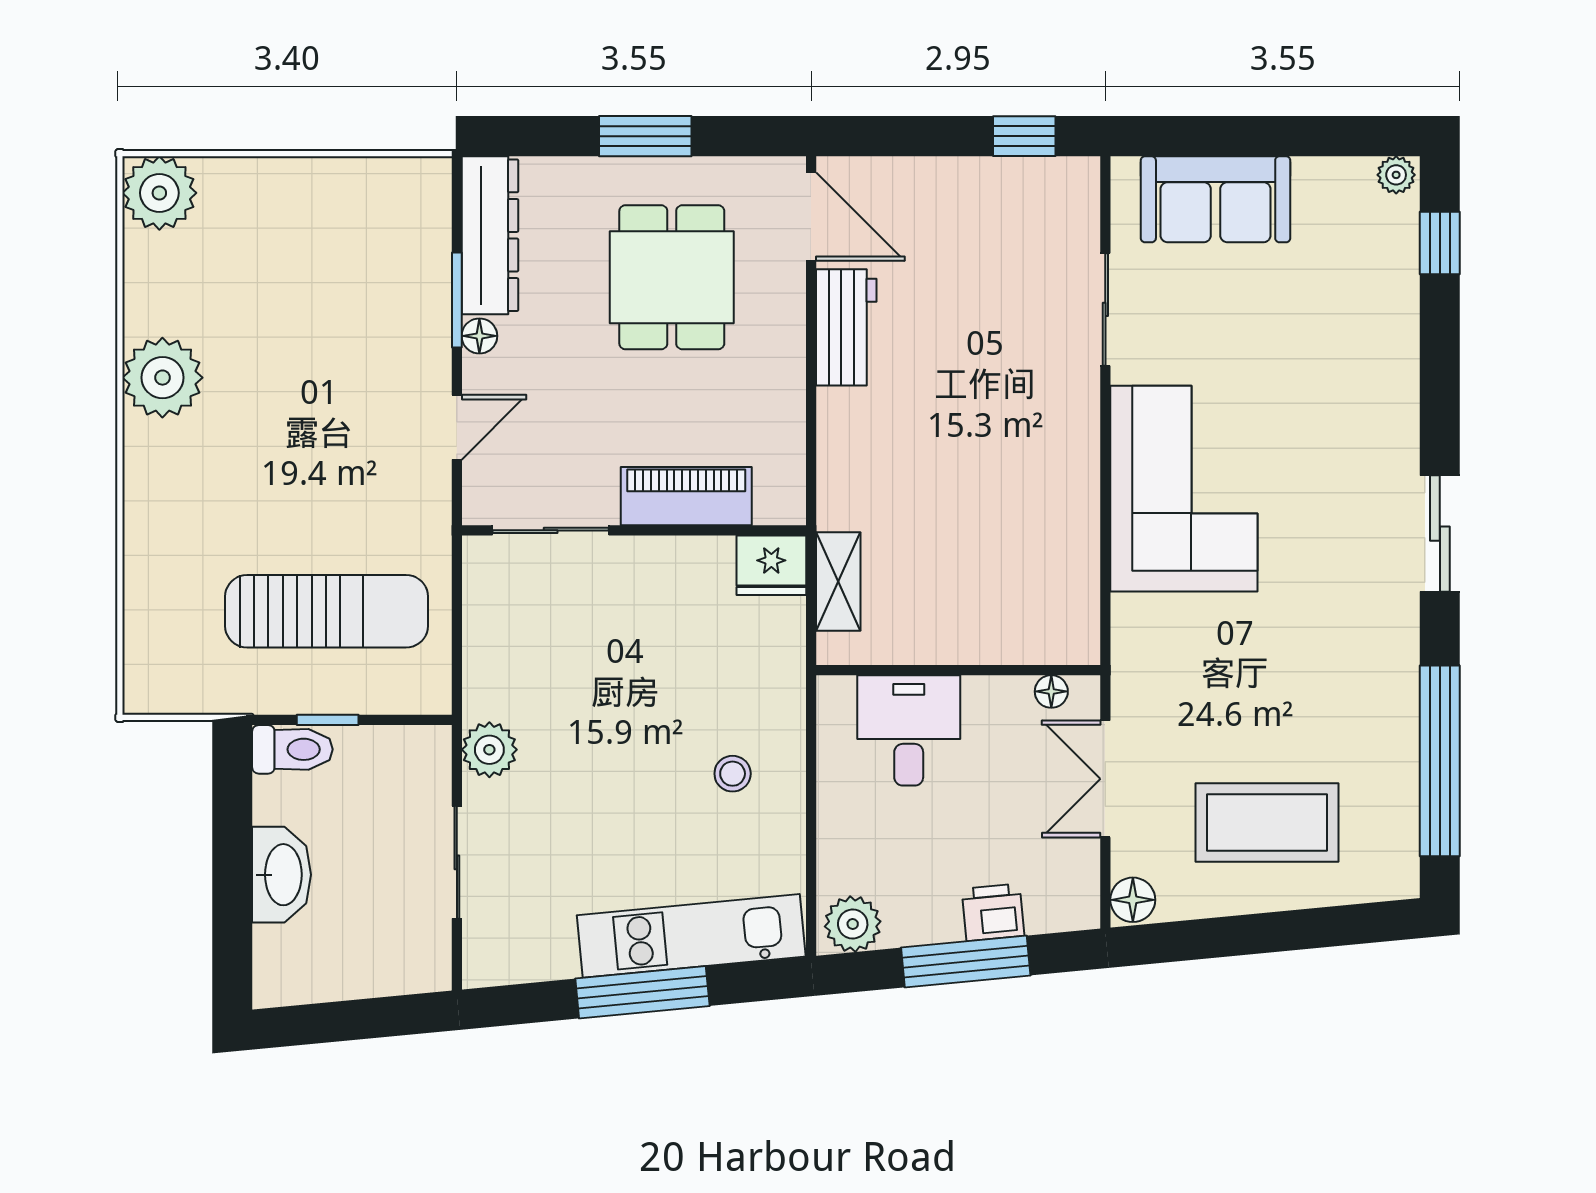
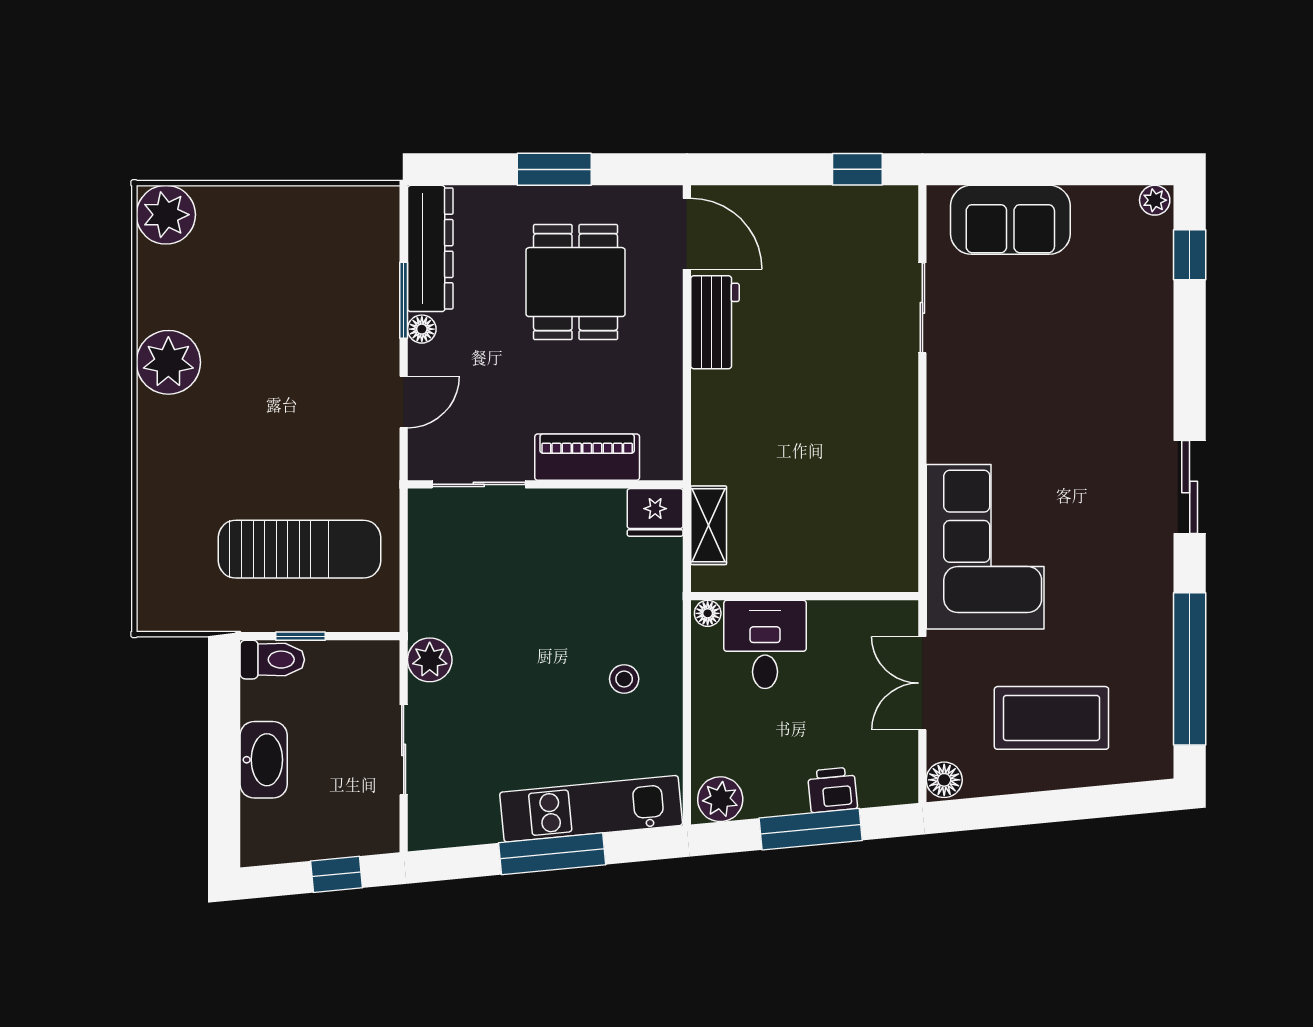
corner sofa: (1184, 489) -> (985, 547), moved
floor lamp: (1051, 691) -> (708, 613), moved
window: (373, 1018) -> (336, 874), added

